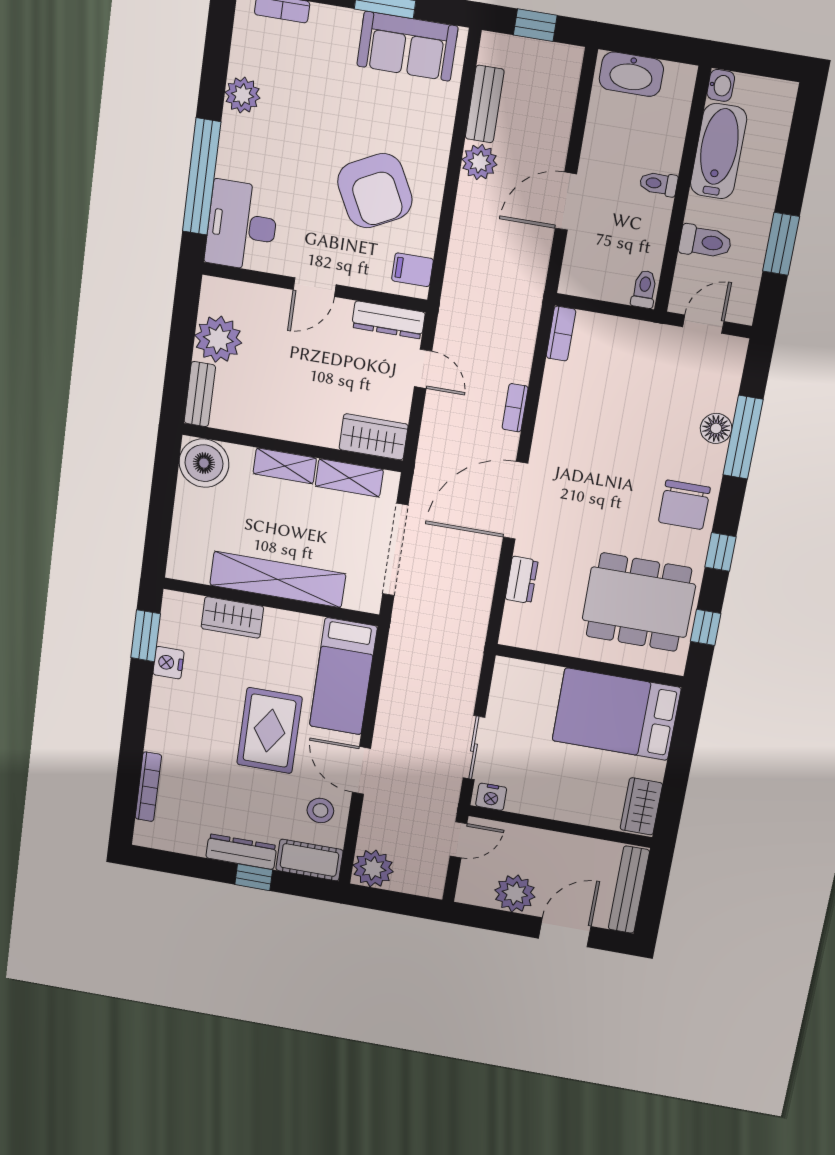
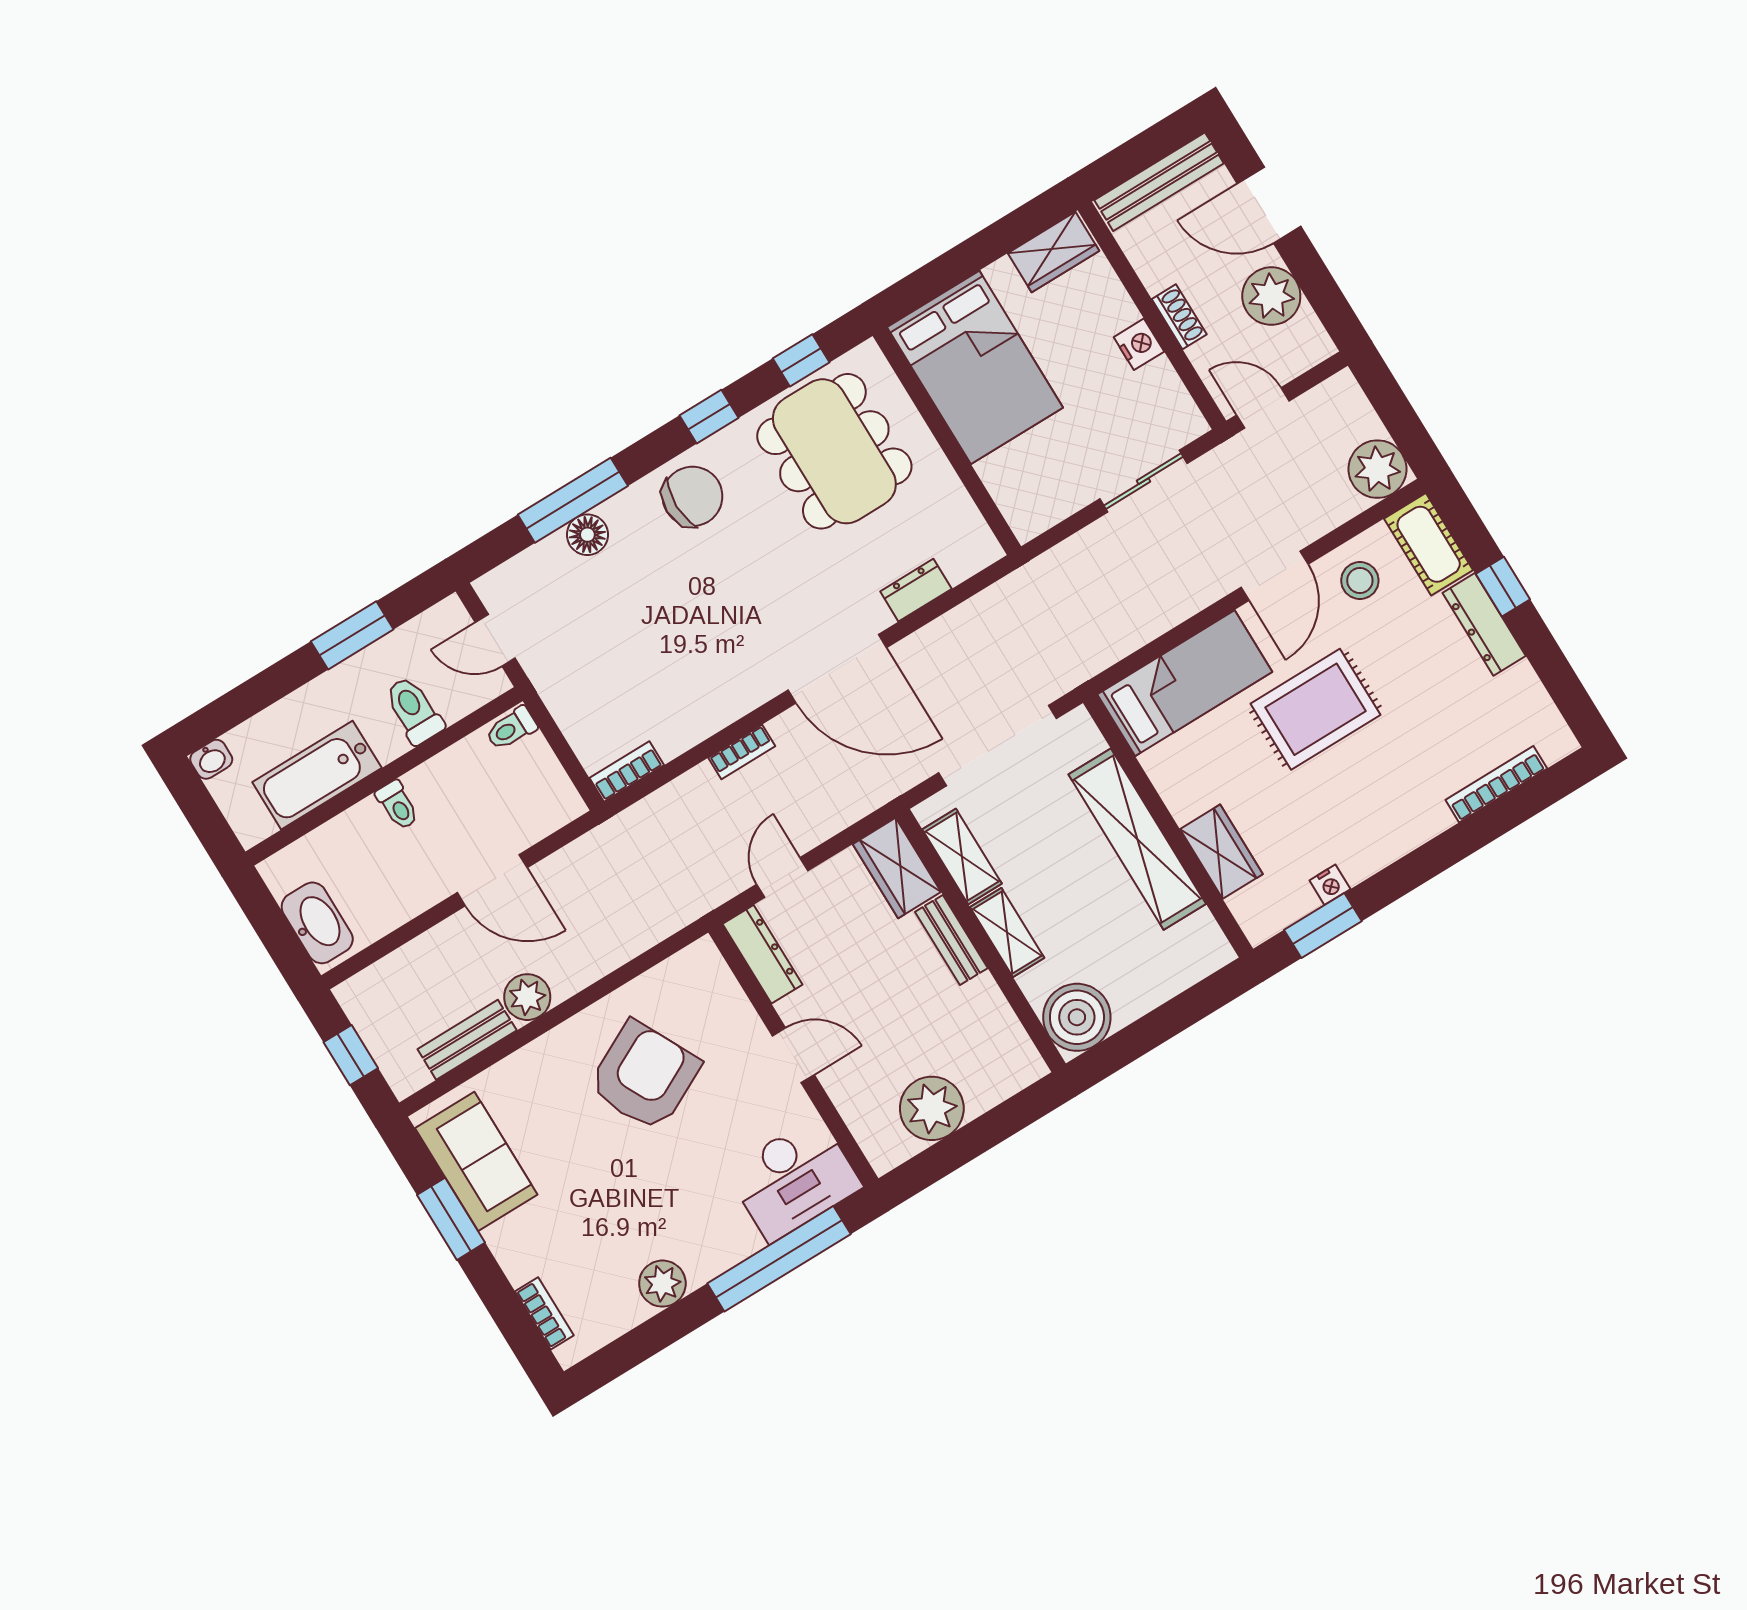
washbasin: (721, 85) -> (211, 759), moved, turned 180
filing cabinet: (412, 270) -> (691, 973), removed
bench: (200, 394) -> (951, 940), moved, turned 90
nightstand: (168, 663) -> (1330, 885), width x0.72, depth x0.74
nightstand: (491, 797) -> (1139, 344), moved
shoe rack: (547, 839) -> (1179, 317), added

